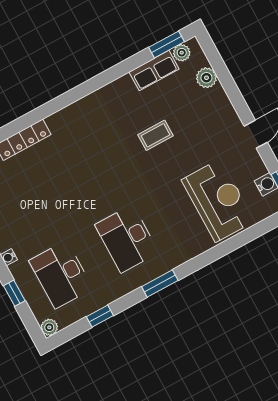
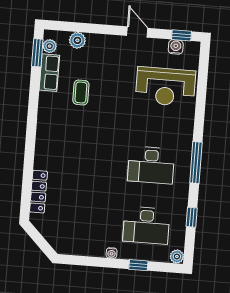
coffee table: (156, 135) -> (81, 92), moved
reception desk: (218, 201) -> (165, 87), turned 180
window: (160, 284) -> (196, 163), width x1.44

